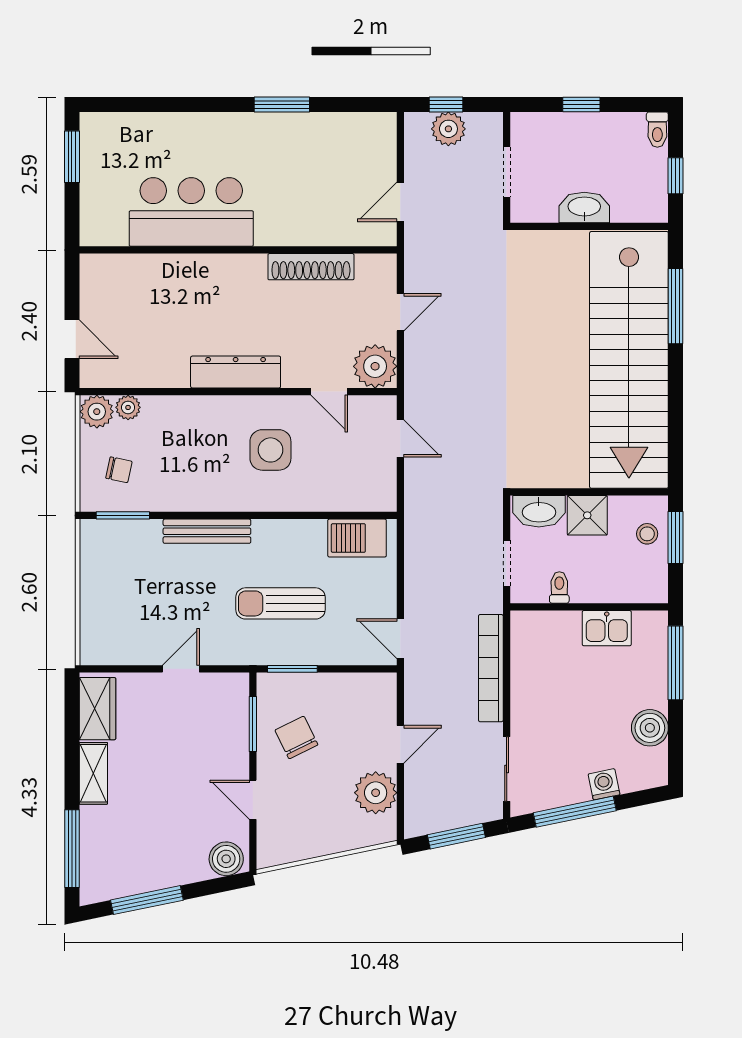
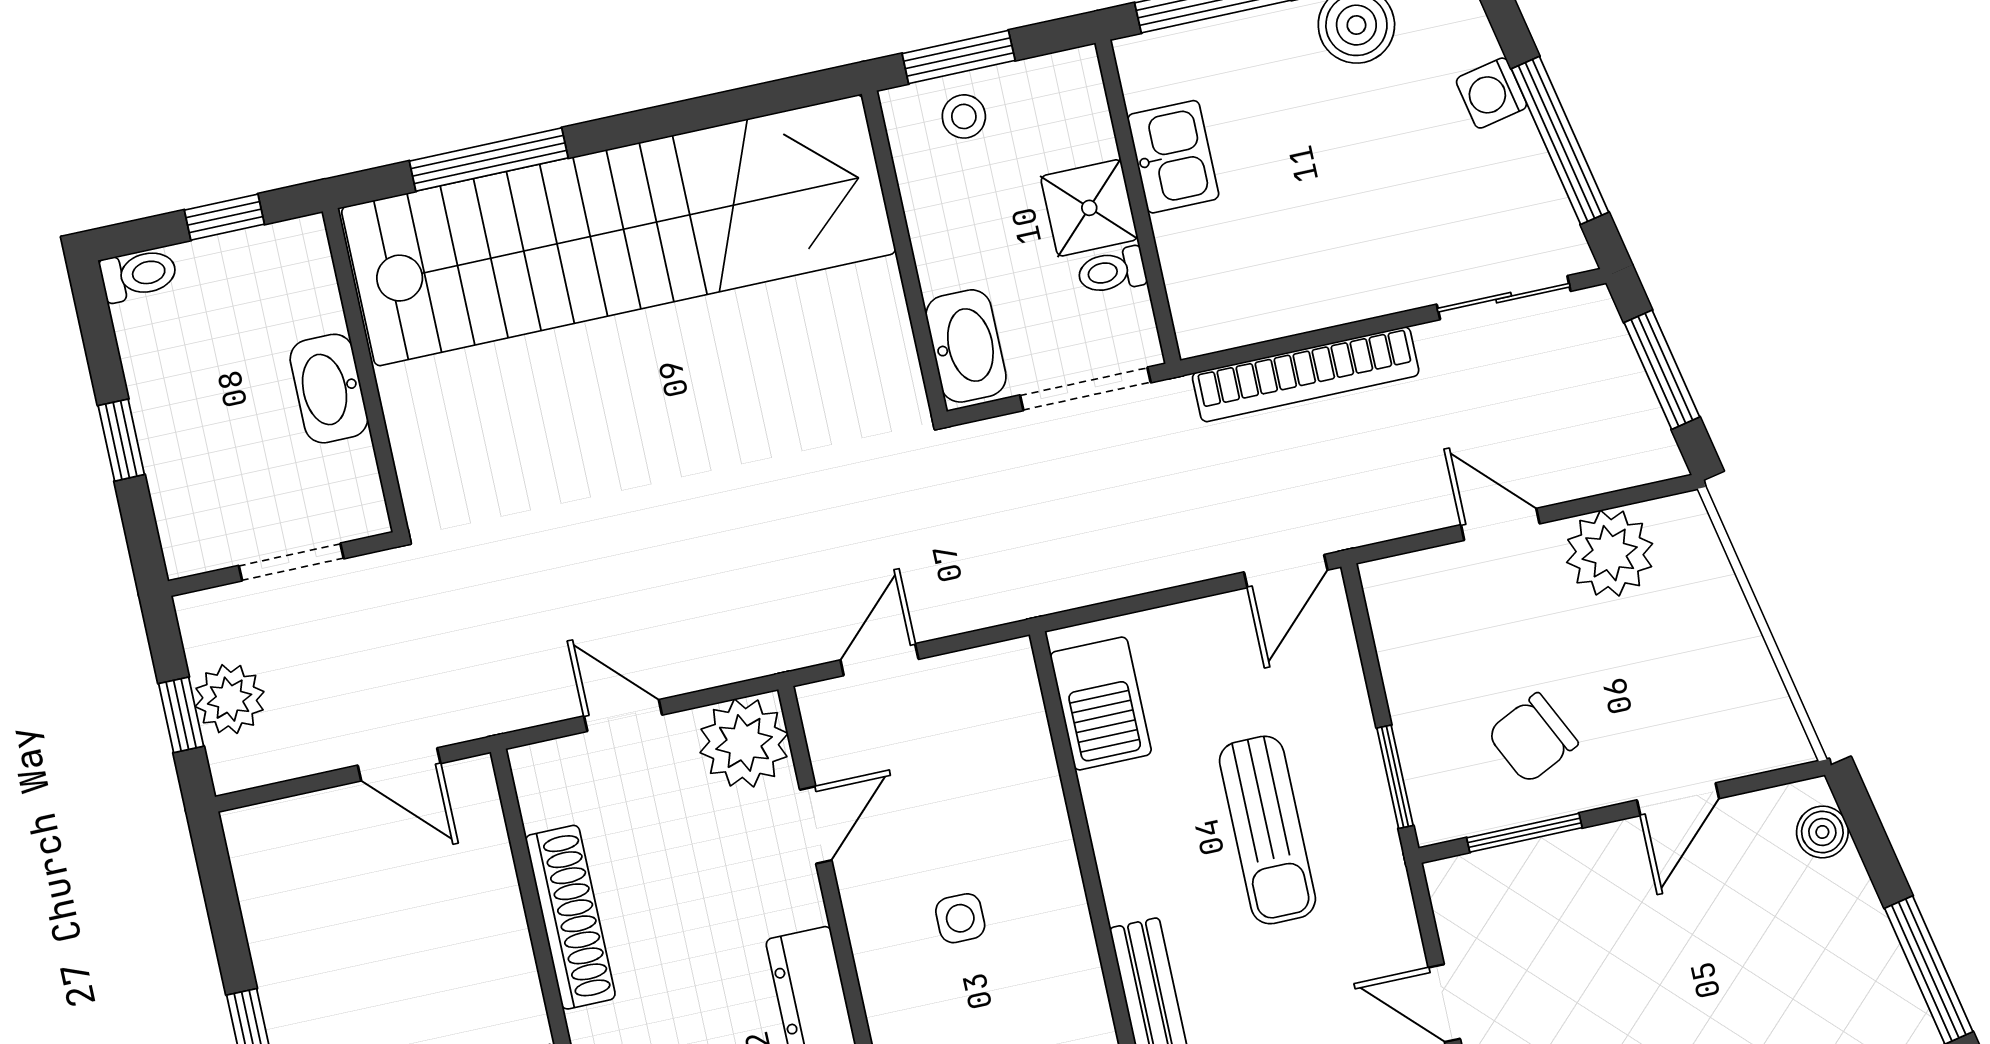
side table: (270, 450) -> (960, 918), width x0.54, depth x0.54
shower: (587, 515) -> (1089, 208), moved
doorway: (507, 563) -> (1085, 389), width x1.38
boiler: (226, 859) -> (1822, 832), width x0.73, depth x0.73

